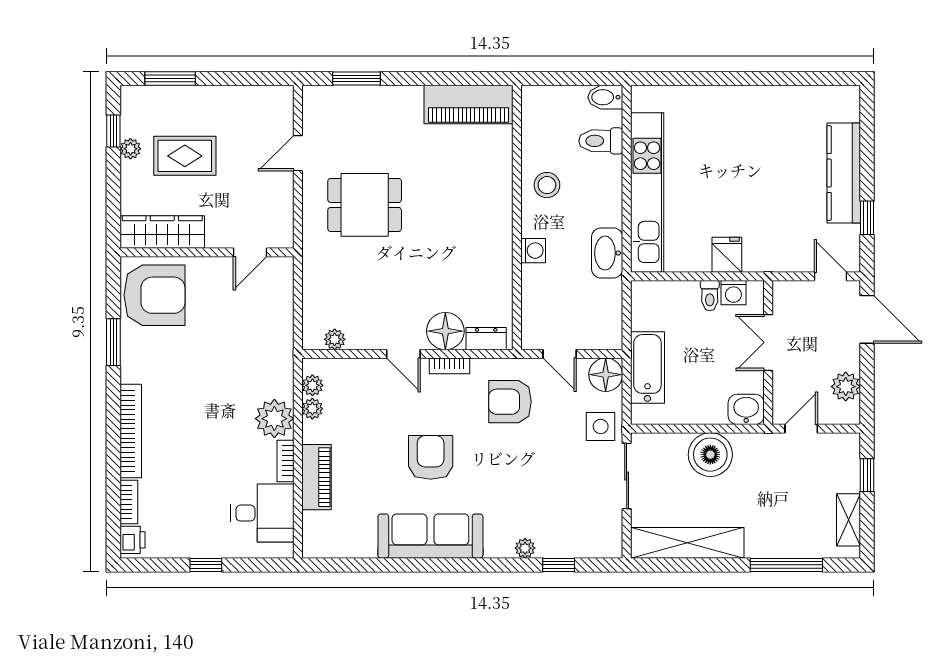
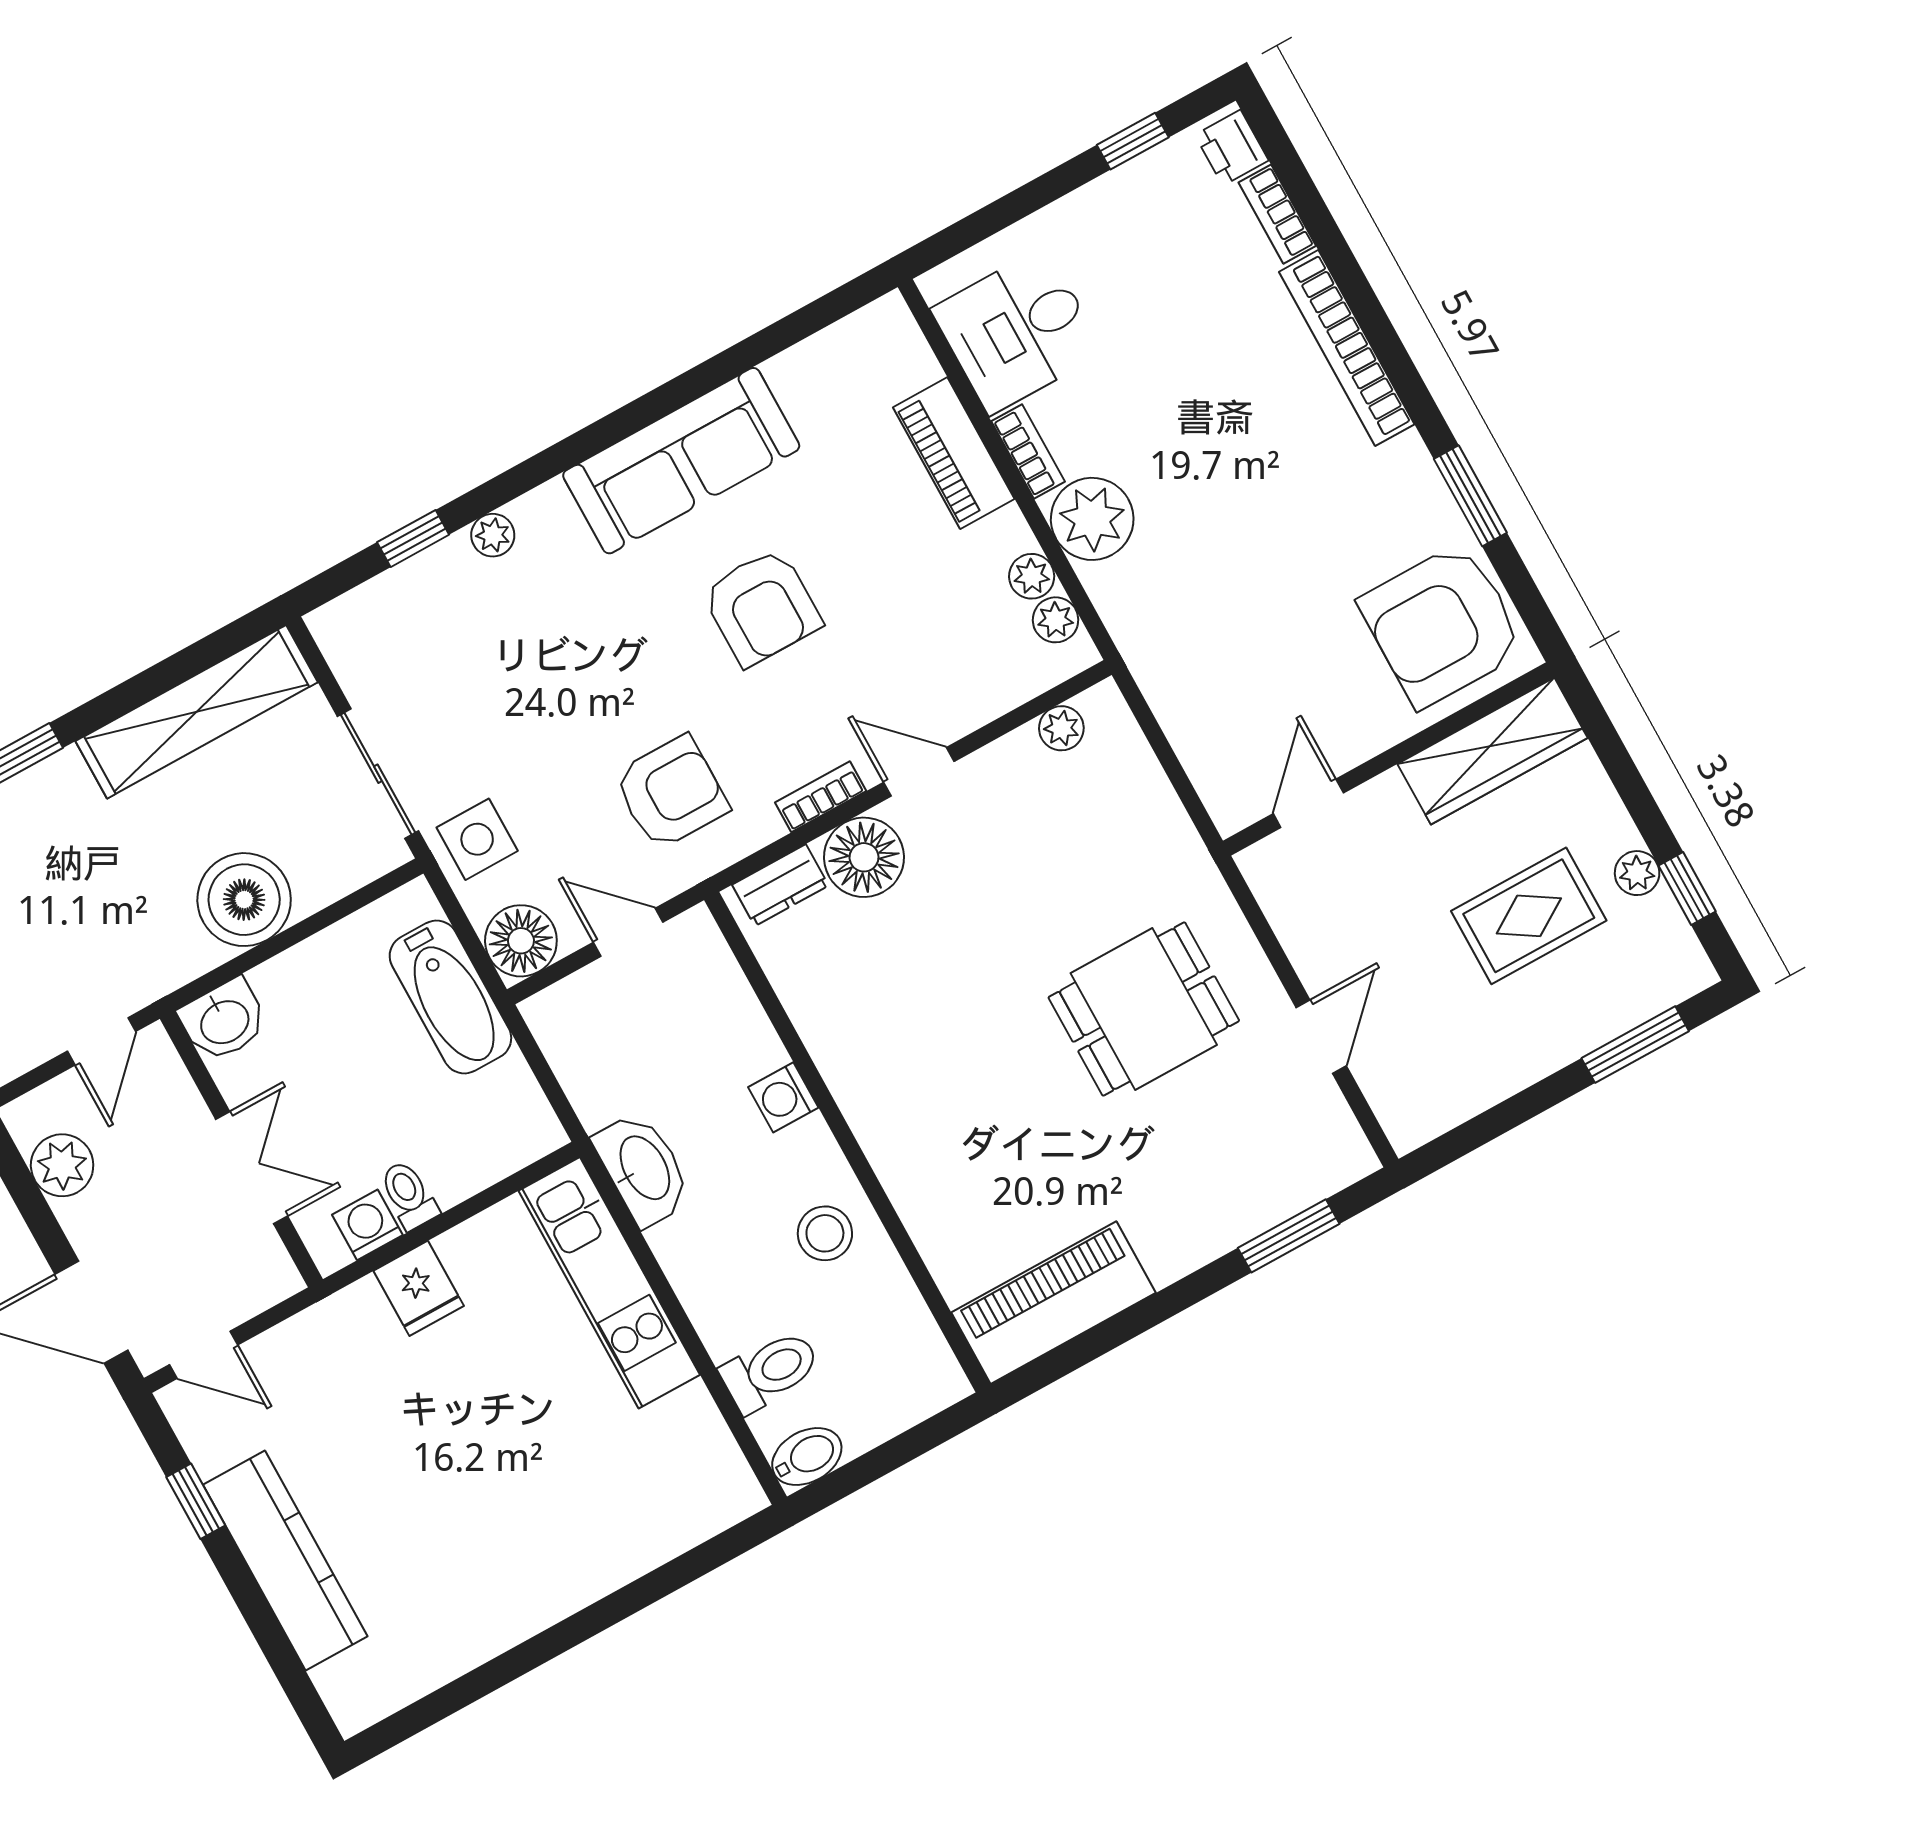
kitchen unit: (647, 192) -> (609, 1283), width x0.73
window: (206, 565) -> (1133, 141), moved

